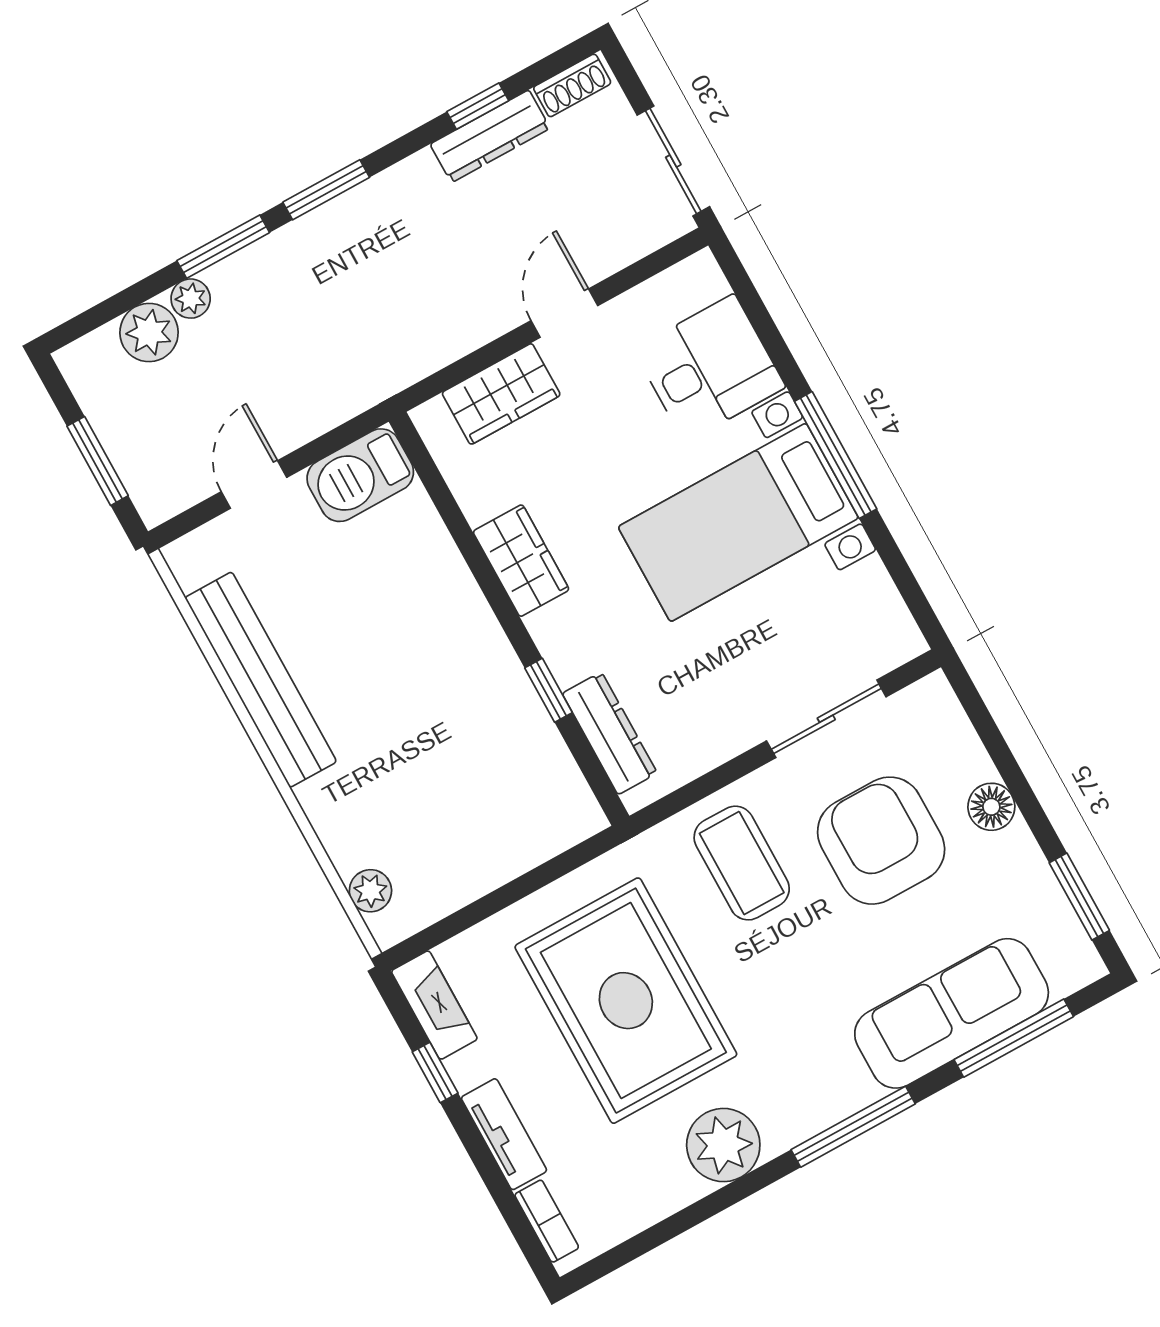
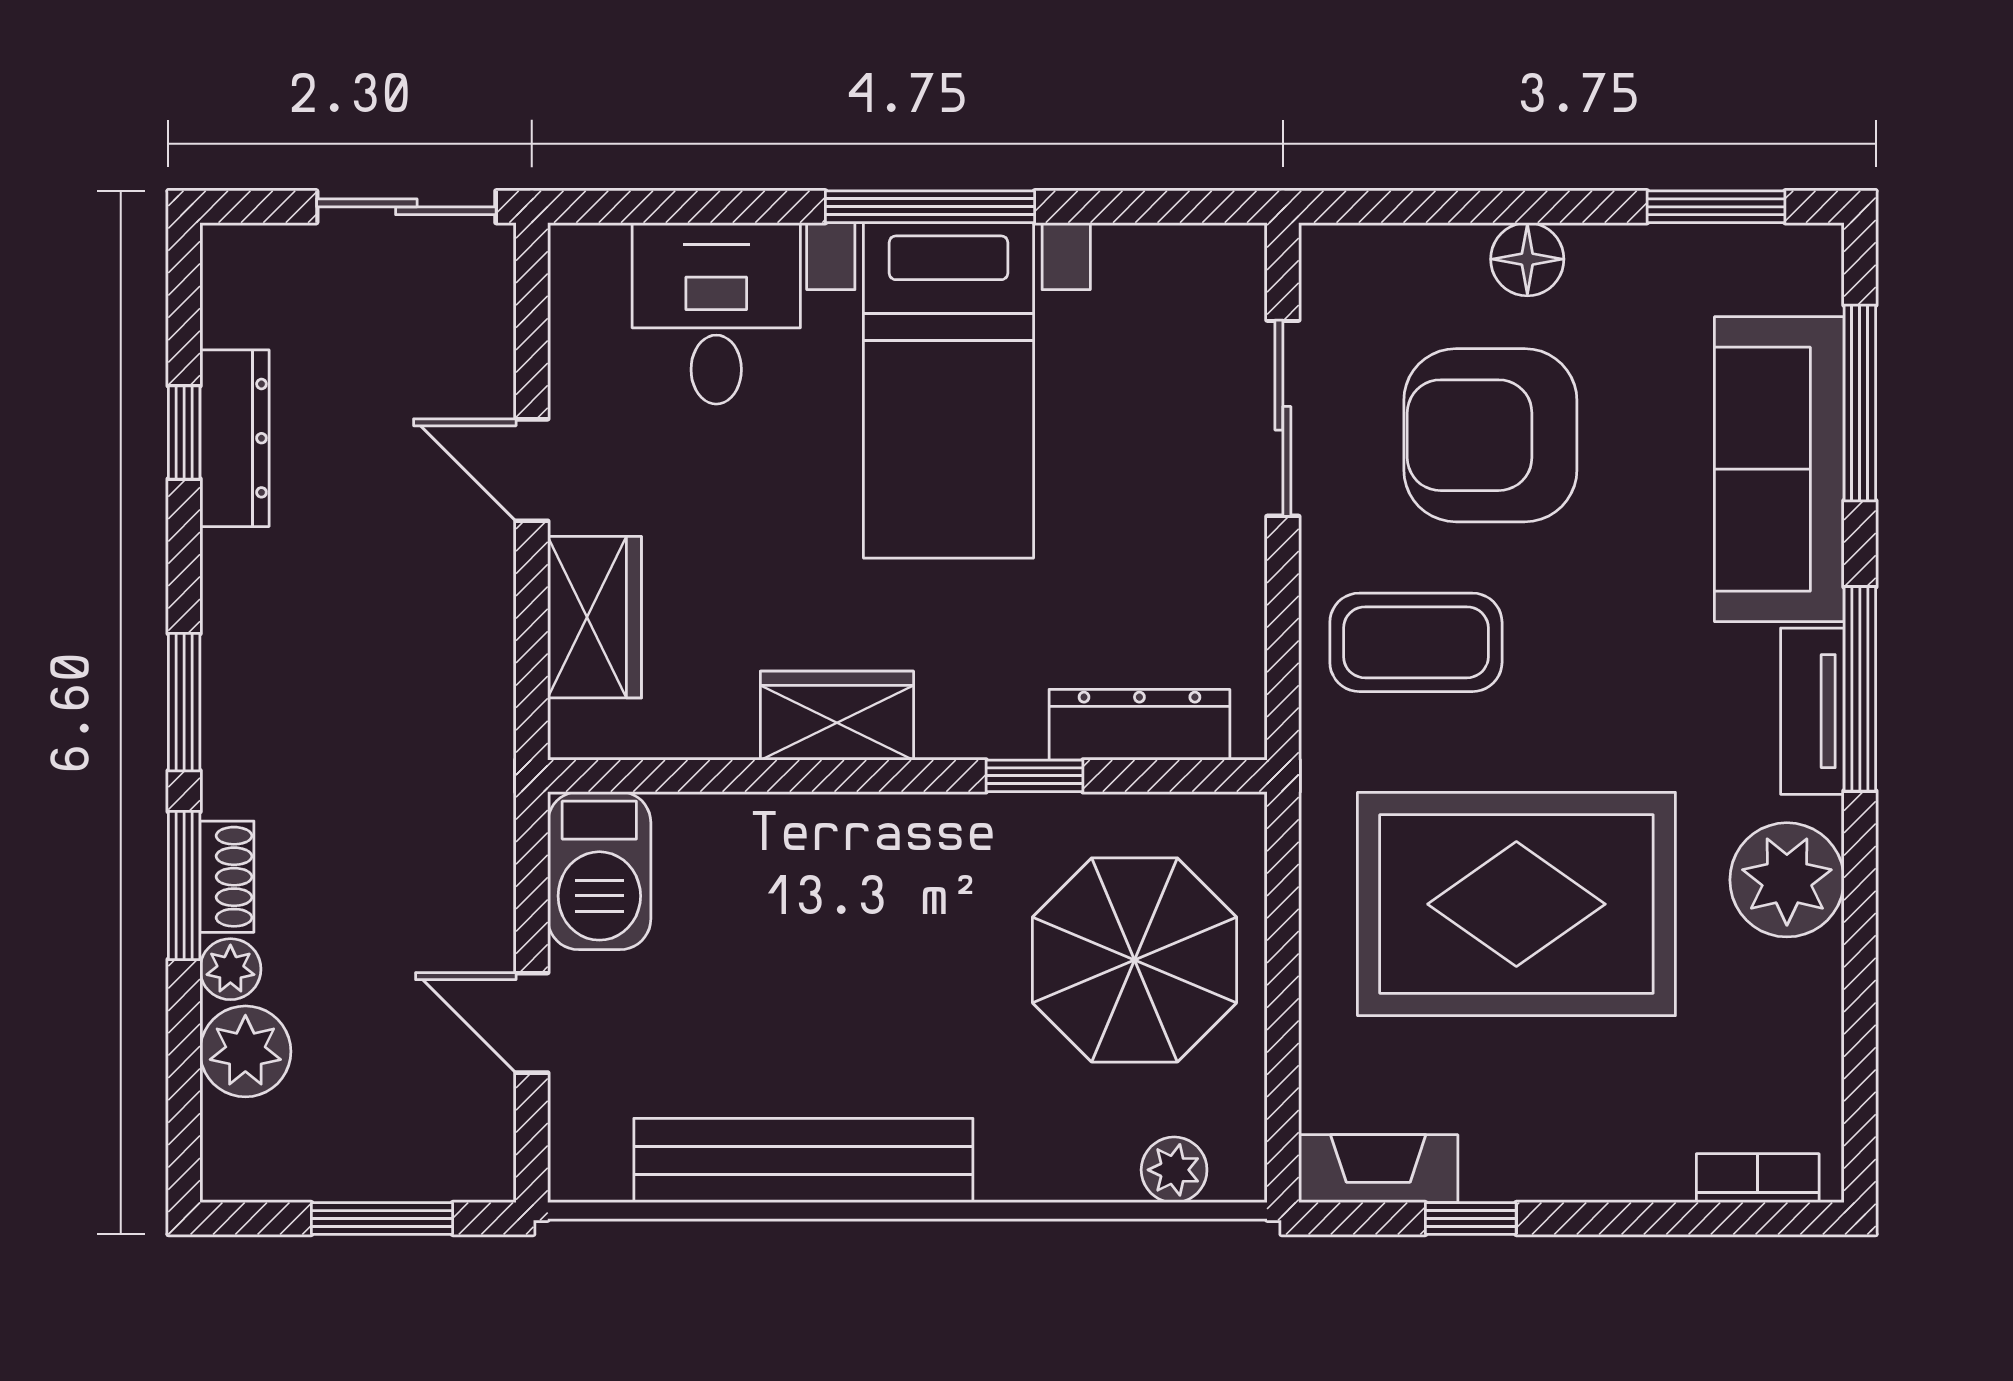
shoe rack: (572, 85) -> (227, 877), moved
parasol: (476, 803) -> (1134, 960), added
tv unit: (504, 1134) -> (1812, 711), moved, turned -90

